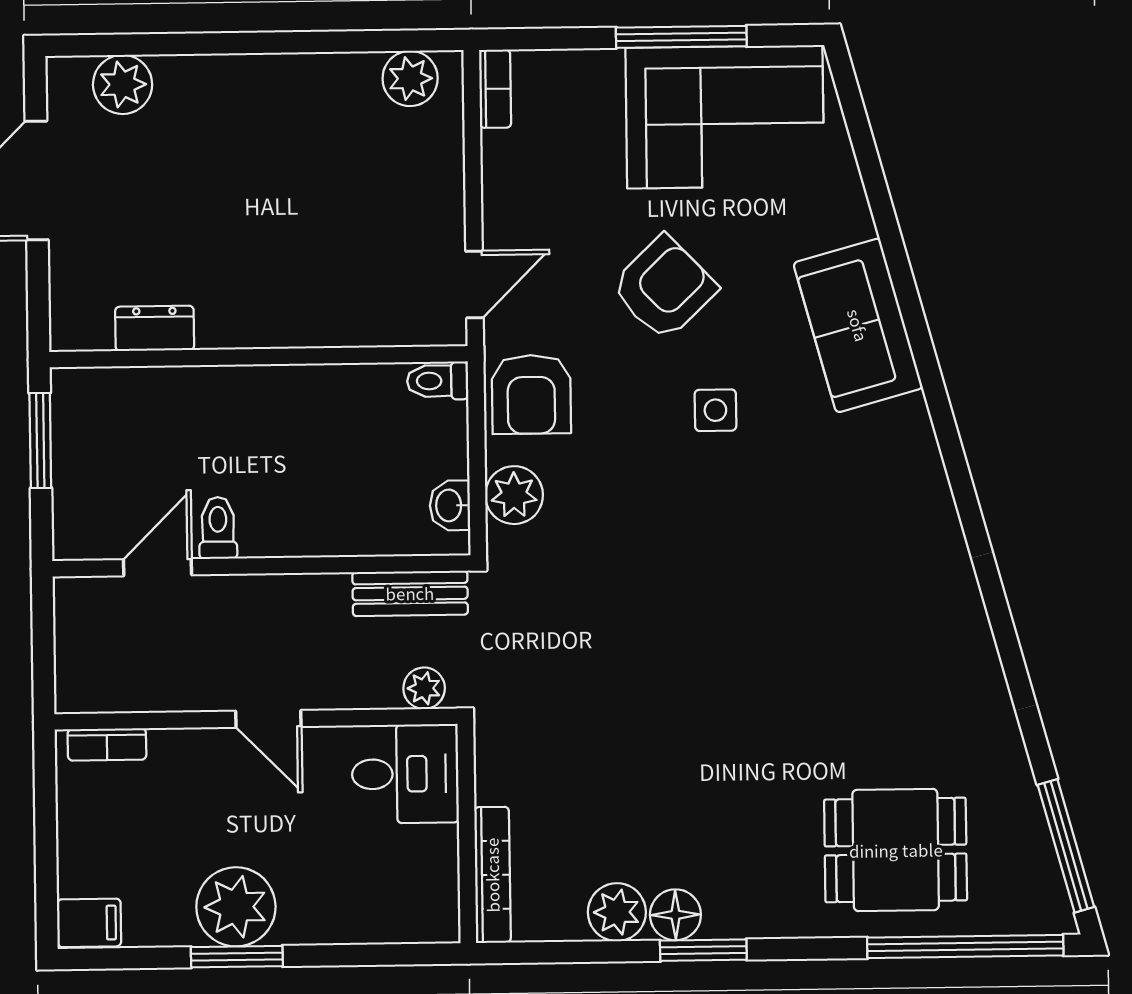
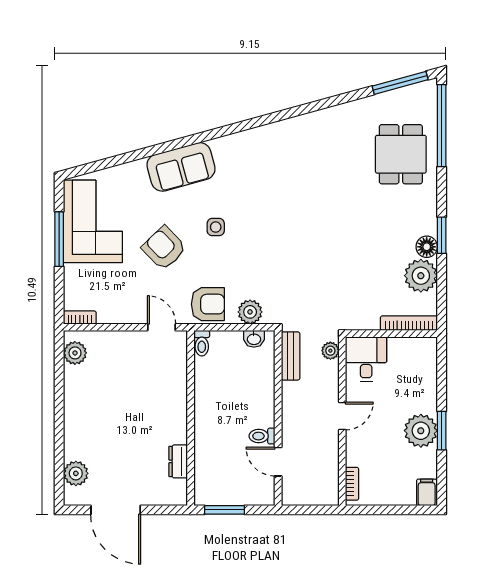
plant: (617, 912) -> (421, 276), width x1.36, depth x1.36

